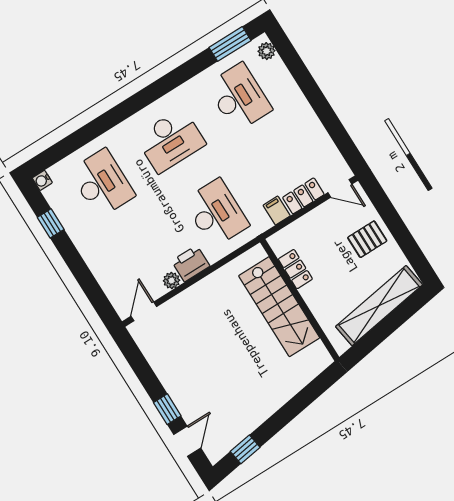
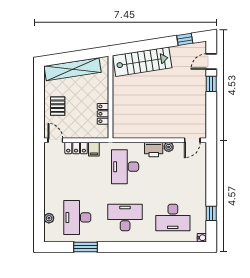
window: (230, 44) -> (86, 247), moved
plant: (267, 51) -> (49, 218), moved
desk: (102, 183) -> (173, 217), turned -90
pallet: (367, 239) -> (58, 106), turned 90
stairs: (279, 307) -> (142, 62), moved, turned 81

